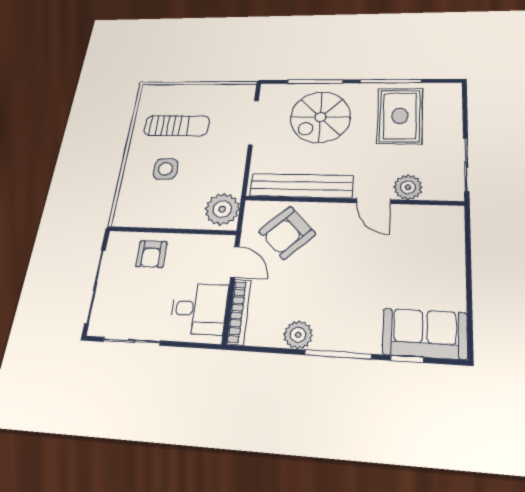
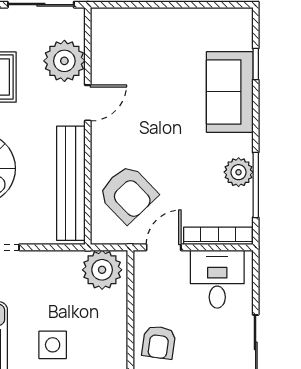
plant: (408, 187) -> (64, 61), width x1.36, depth x1.36
armchair: (151, 254) -> (159, 342), turned 98
sofa: (425, 334) -> (230, 92), moved
window: (338, 354) -> (256, 185), moved

